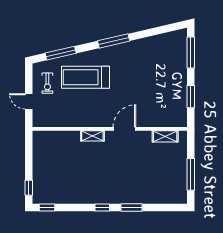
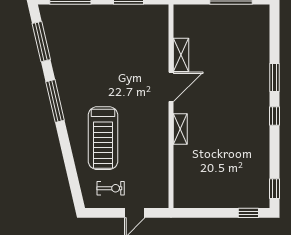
window: (61, 53) -> (41, 42), moved
door: (124, 129) -> (171, 87), swing flipped
shelving: (165, 136) -> (181, 55), moved

